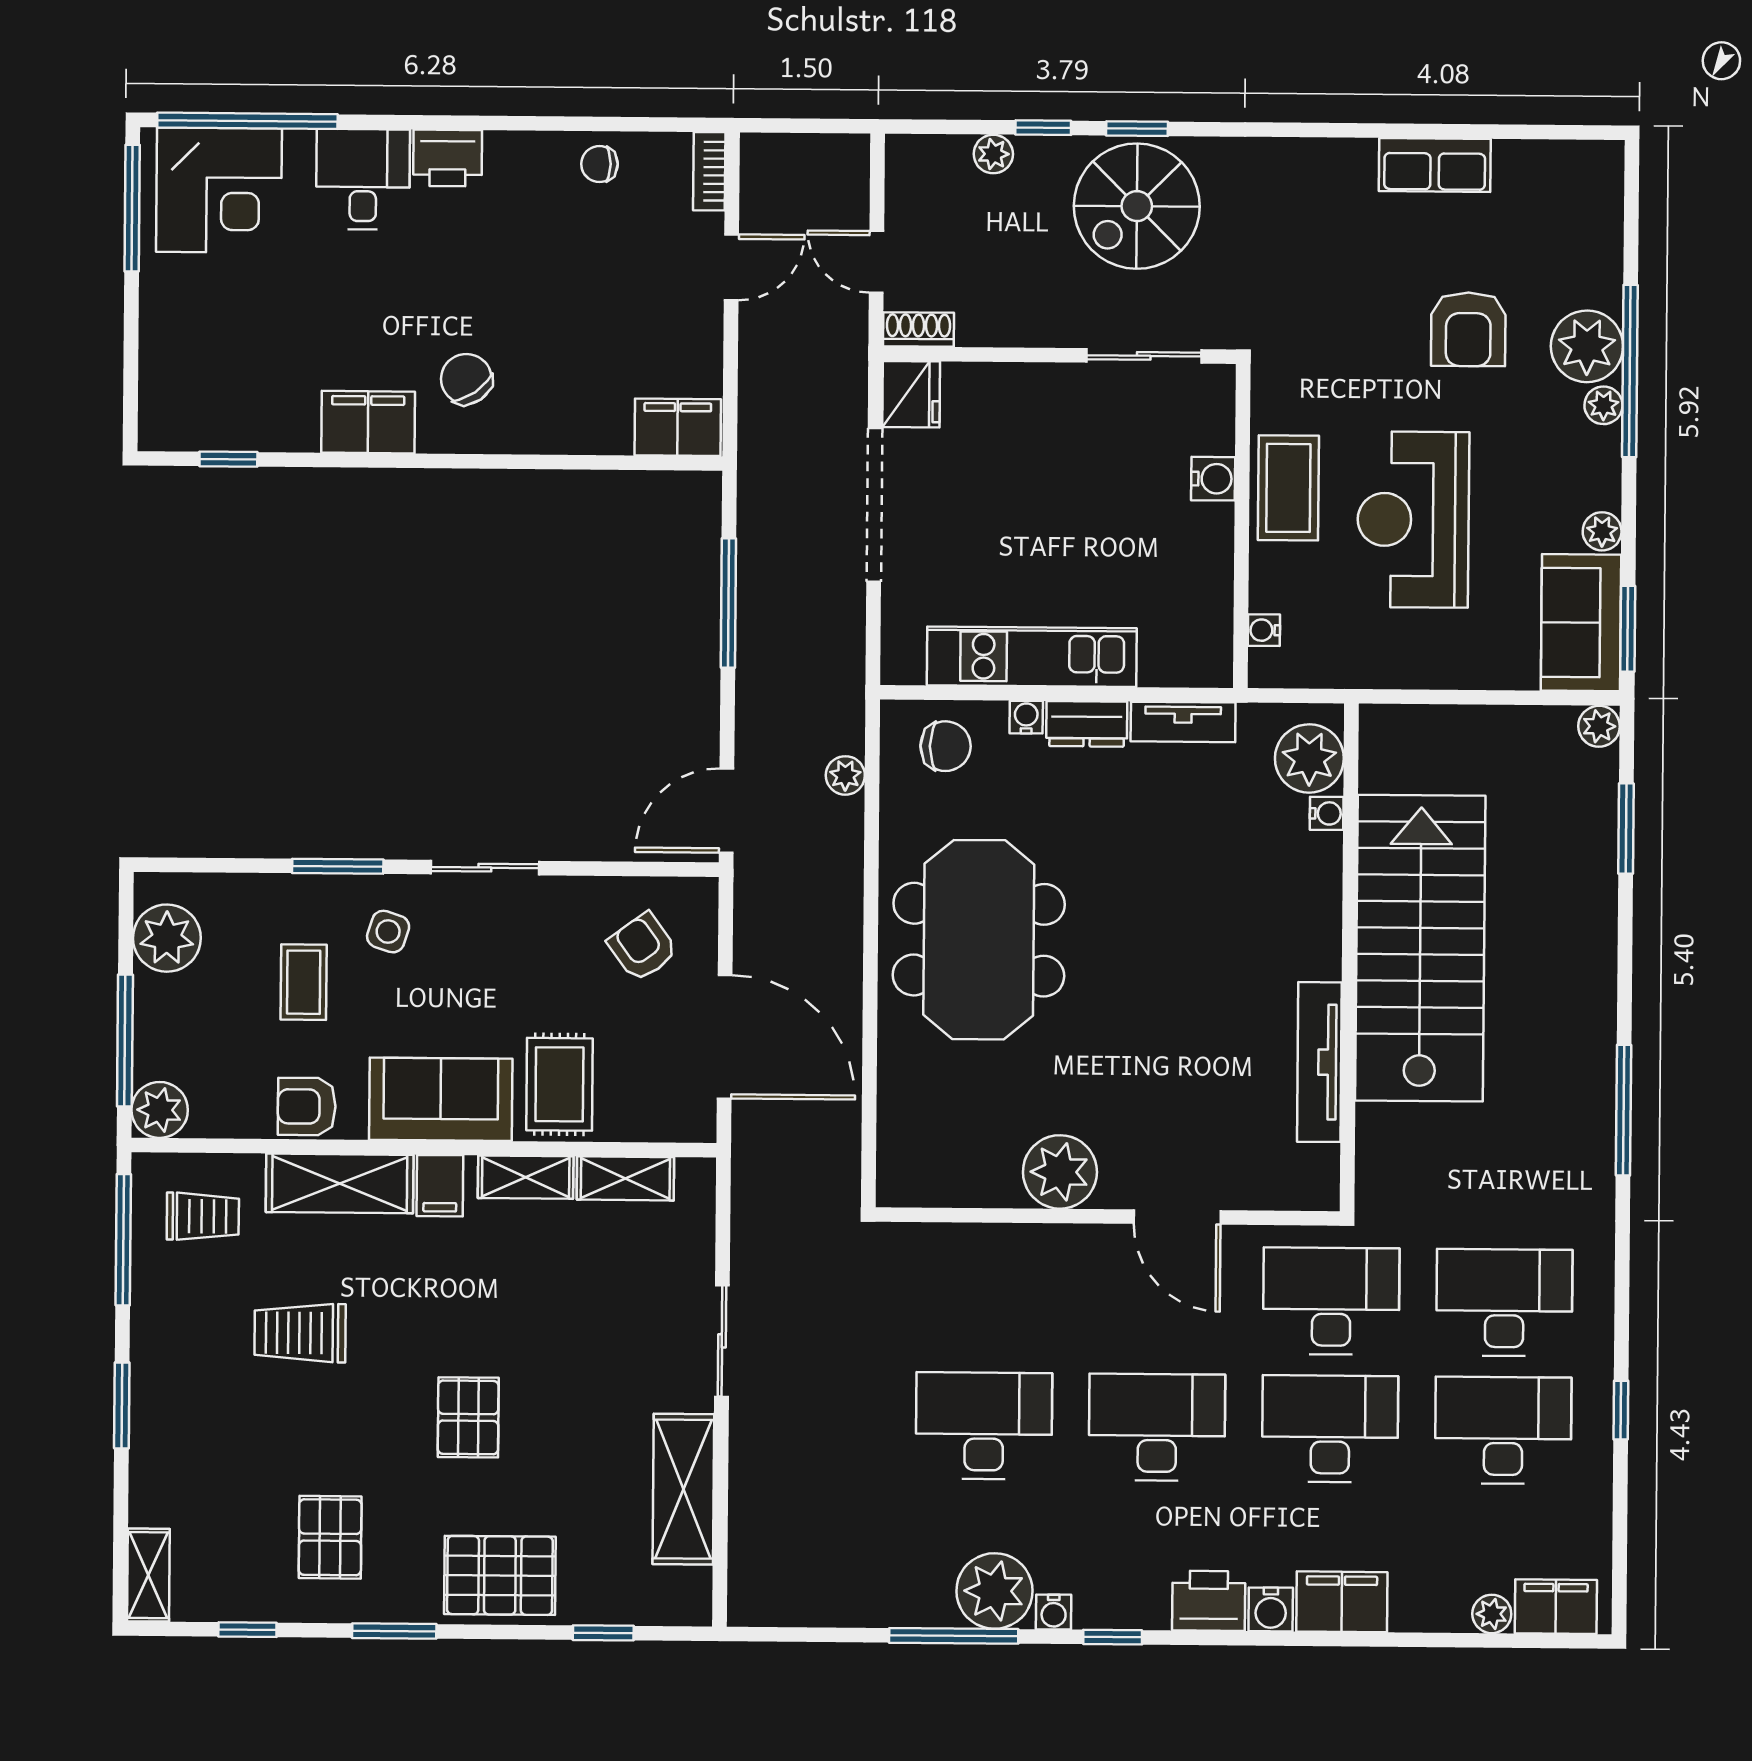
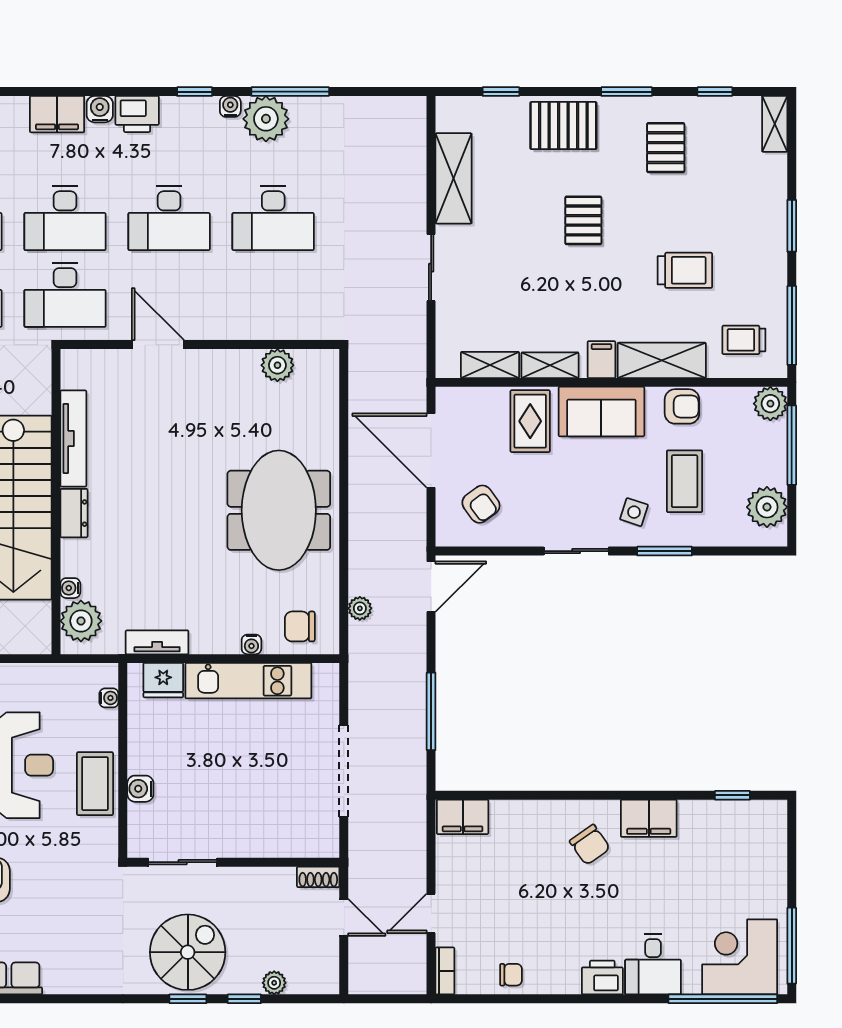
fridge: (911, 394) -> (163, 680), moved, turned -90
dresser: (1087, 724) -> (74, 513), moved, turned 90
coffee table: (304, 982) -> (685, 481), width x1.36, depth x1.30
plant: (1060, 1172) -> (277, 365), moved, width x0.73, depth x0.73

